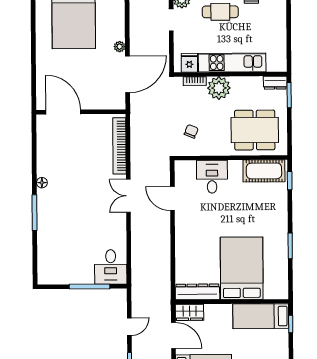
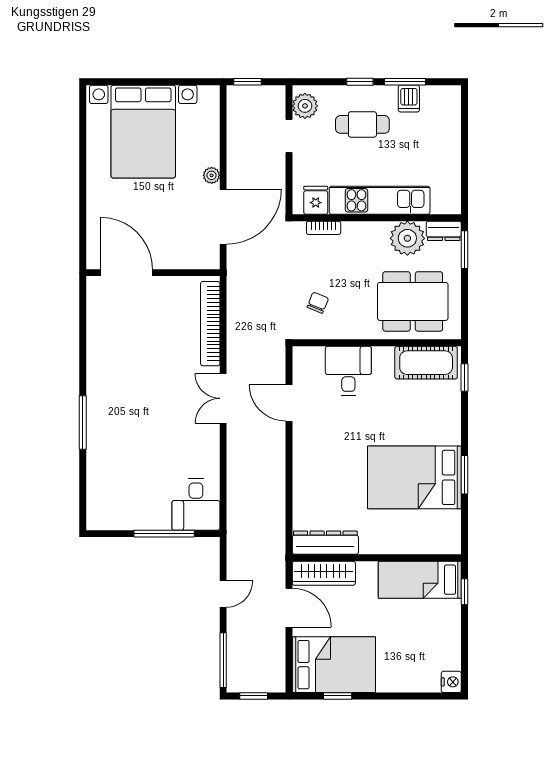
plant: (219, 88) -> (407, 238), moved
floor lamp: (42, 183) -> (94, 378), removed
bed: (242, 268) -> (414, 477), moved, turned -90
wardrobe: (189, 312) -> (324, 573), width x1.50

